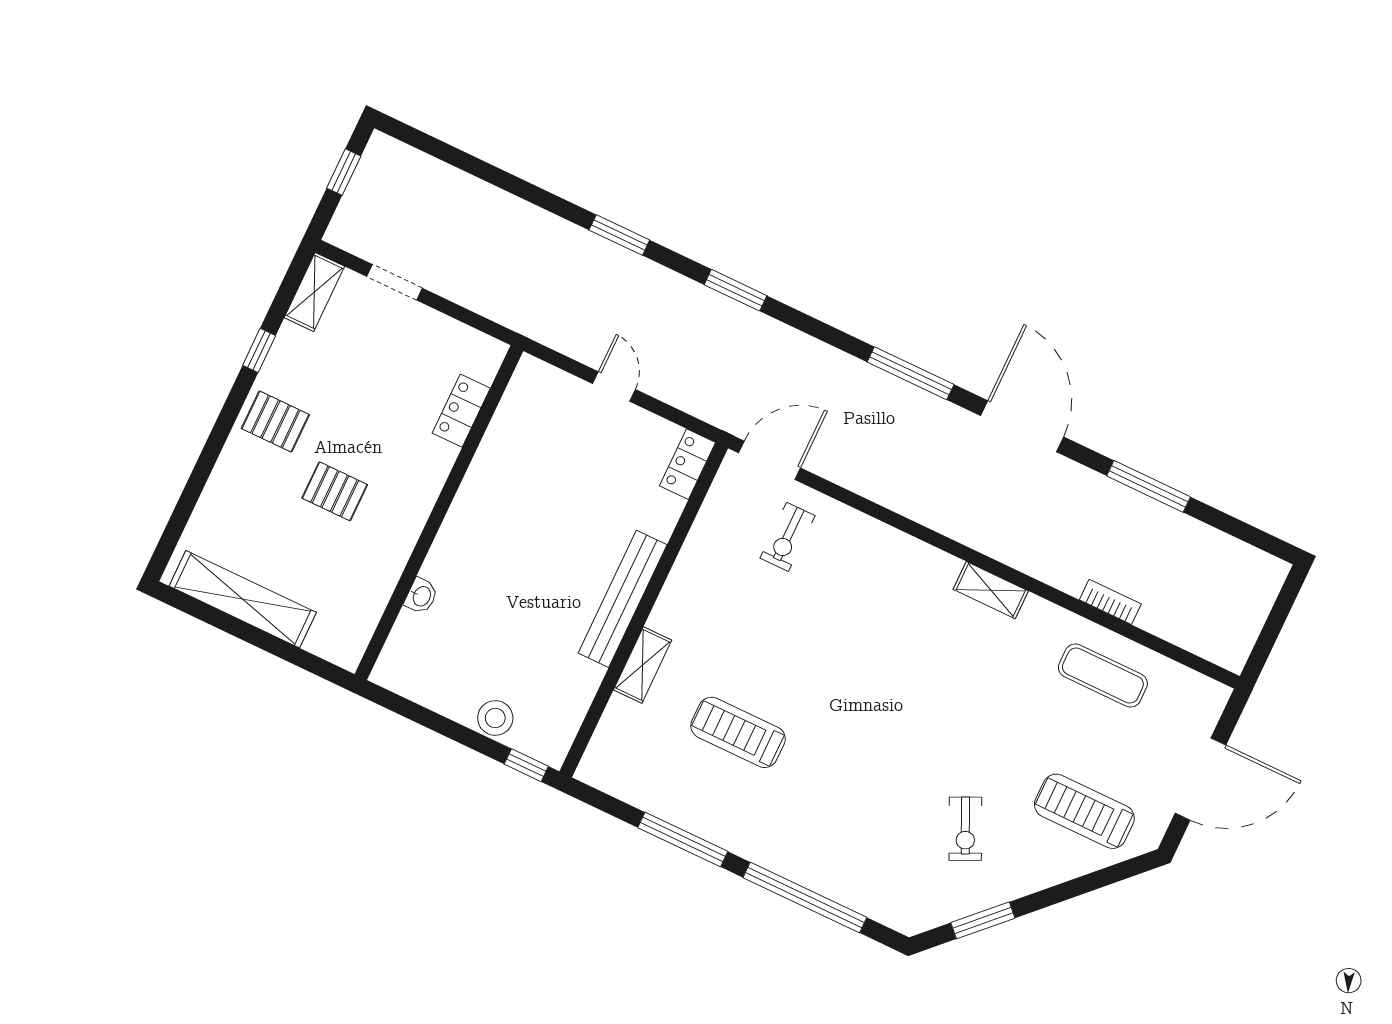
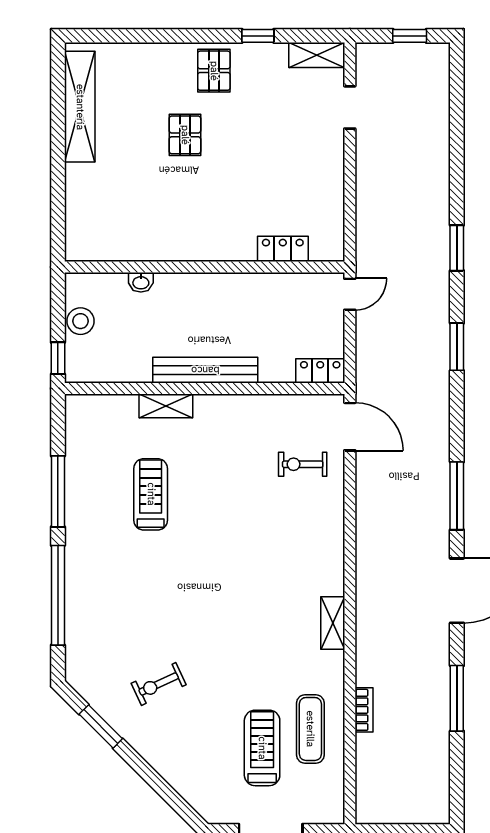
locker: (461, 411) -> (283, 249), moved
wall: (439, 513) -> (205, 267), moved
washbasin: (421, 596) -> (141, 282), moved
treadmill: (1084, 811) -> (262, 748), moved

